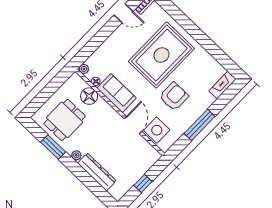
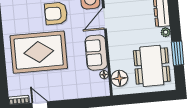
plant: (84, 69) -> (105, 91), removed
floor lamp: (89, 96) -> (119, 78), moved
dining table: (65, 120) -> (152, 66), width x1.38

